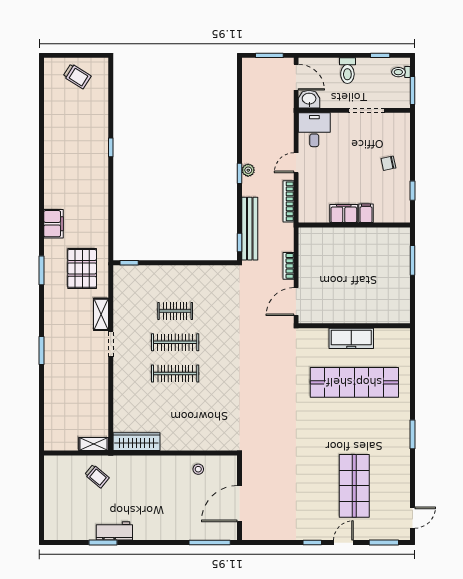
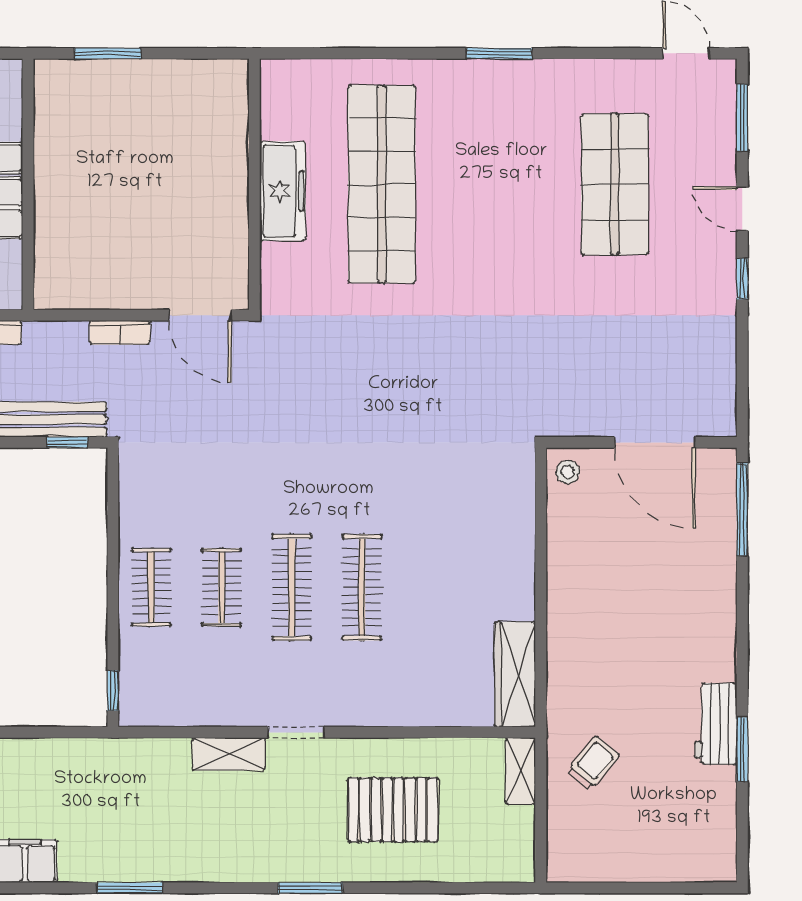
pallet: (82, 268) -> (393, 810), moved
clothes rail: (175, 280) -> (151, 587), added
stool: (198, 469) -> (568, 472), moved
shop shelf: (354, 486) -> (615, 184), turned 90

